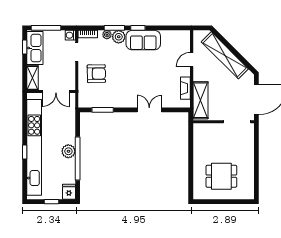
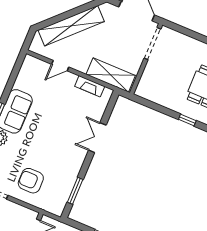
door: (192, 60) -> (60, 66), hinge flipped
armchair: (96, 74) -> (31, 181), turned -89
window: (191, 172) -> (187, 120), added

